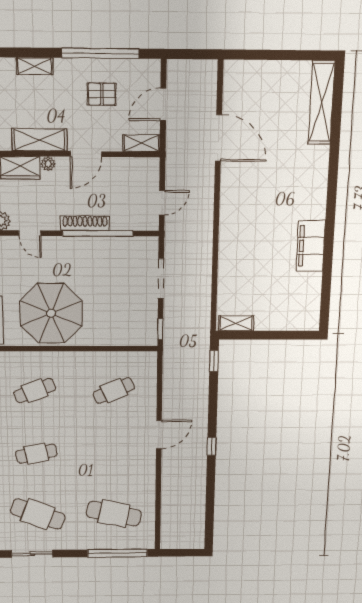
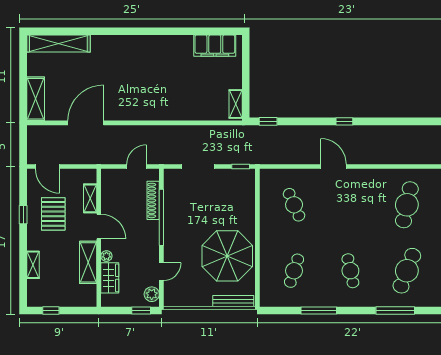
window: (100, 53) -> (23, 215), width x0.32
shelving: (252, 72) -> (36, 99), added
pallet: (102, 94) -> (53, 214), width x1.50, depth x1.42
door: (163, 105) -> (47, 166), moved
shelving: (141, 143) -> (90, 198), moved
door: (162, 203) -> (137, 166), hinge flipped
shoe rack: (85, 223) -> (153, 200), moved
filing cabinet: (311, 246) -> (215, 46), moved
cafe table: (35, 391) -> (294, 271), turned 39

